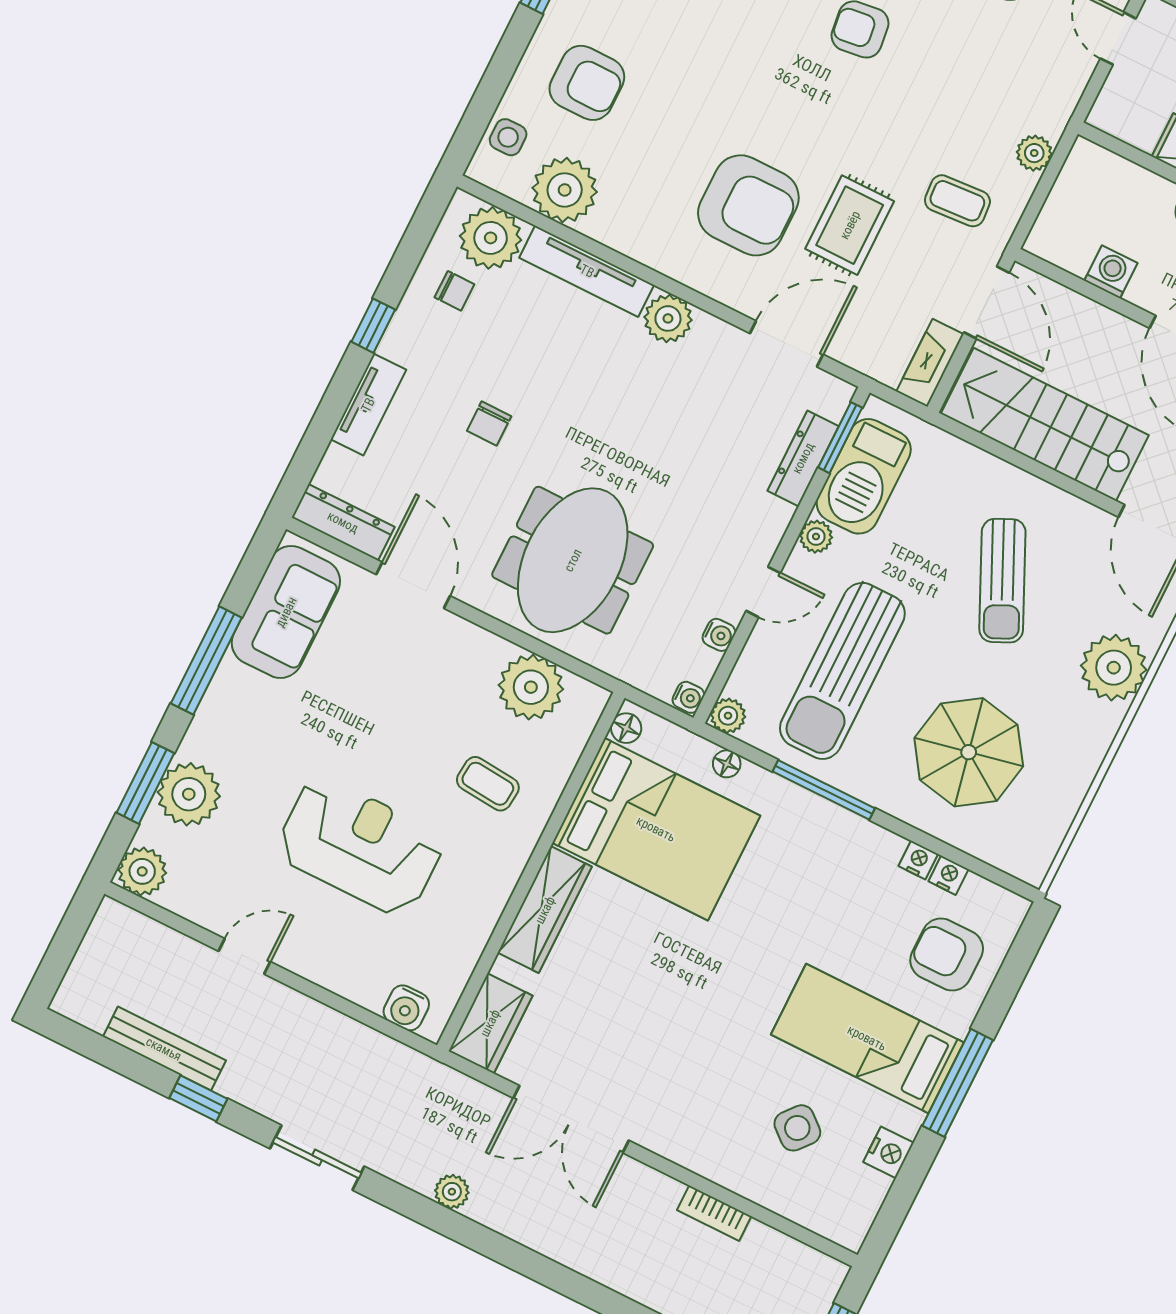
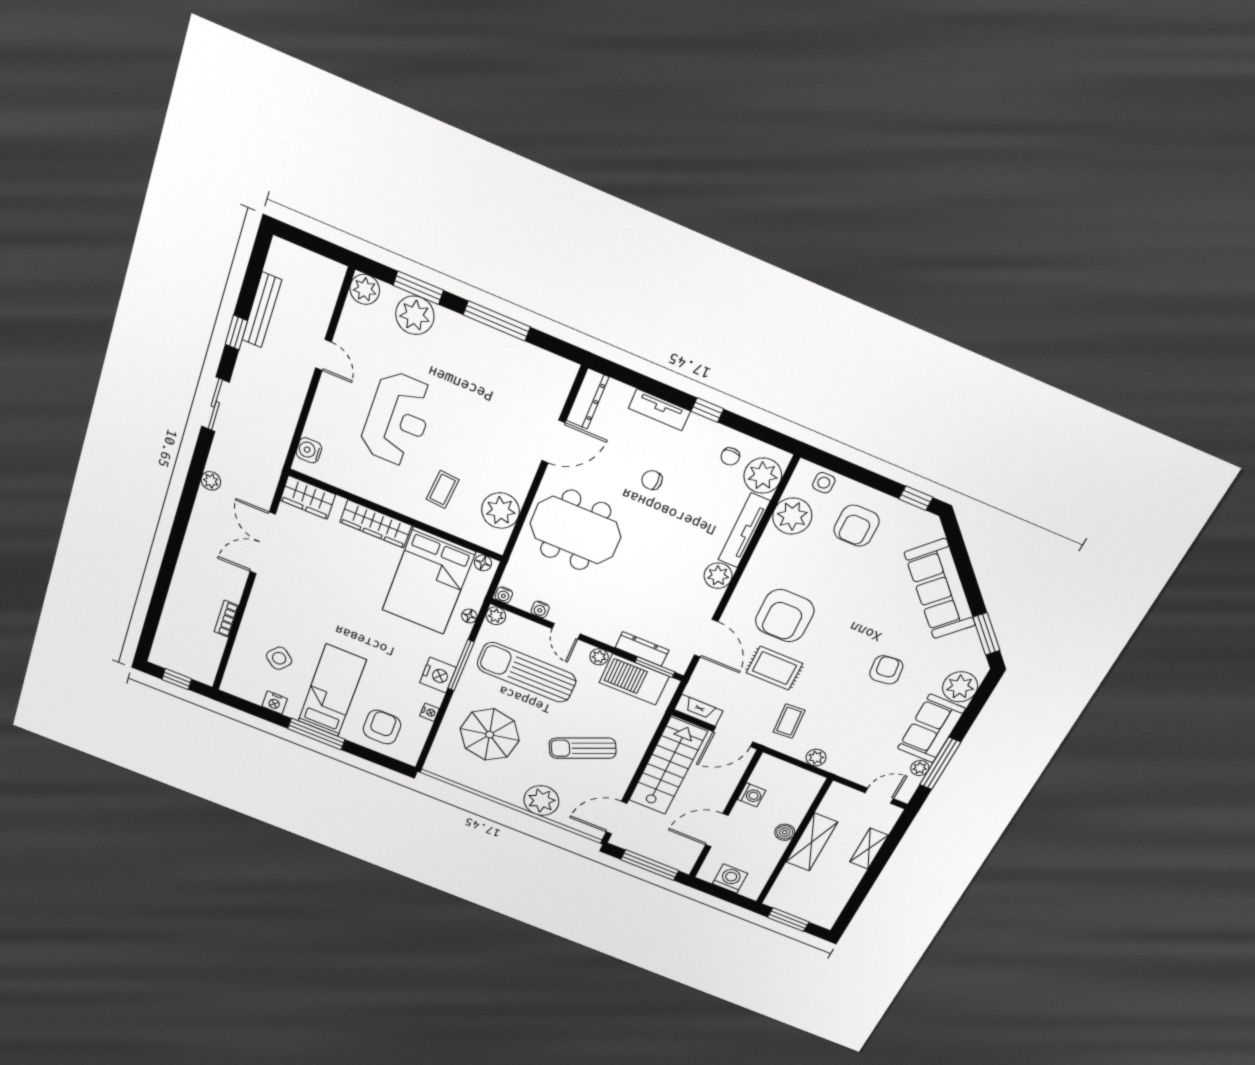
sofa: (286, 612) -> (531, 368), removed
nightstand: (948, 875) -> (438, 675), moved, width x1.89, depth x1.79

